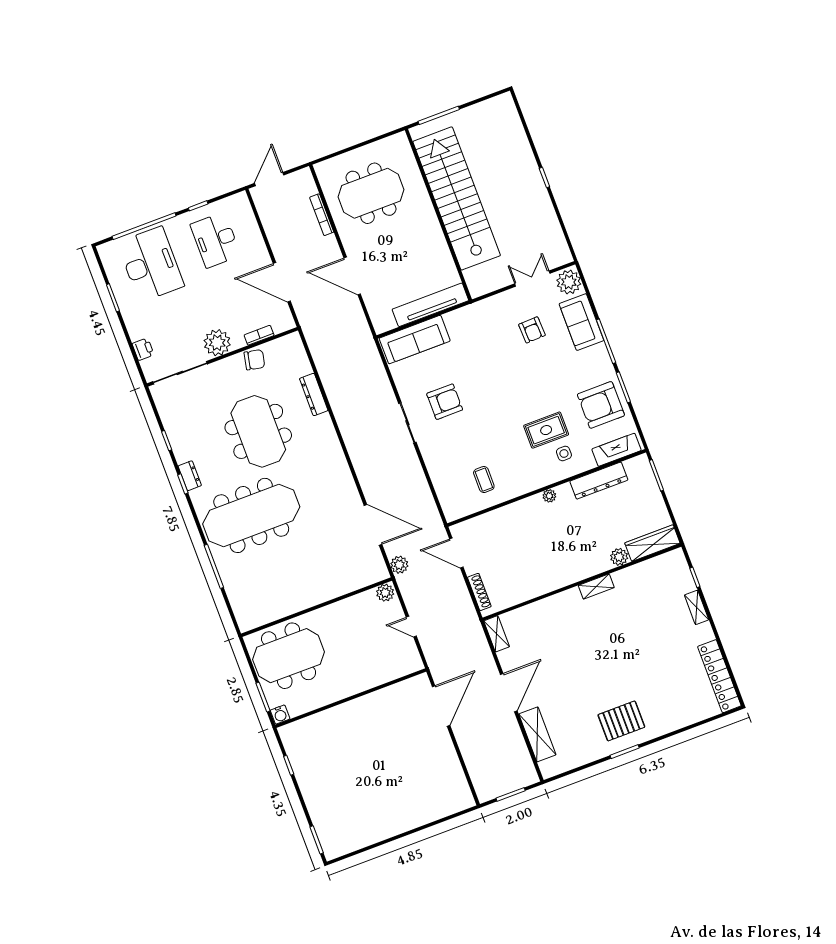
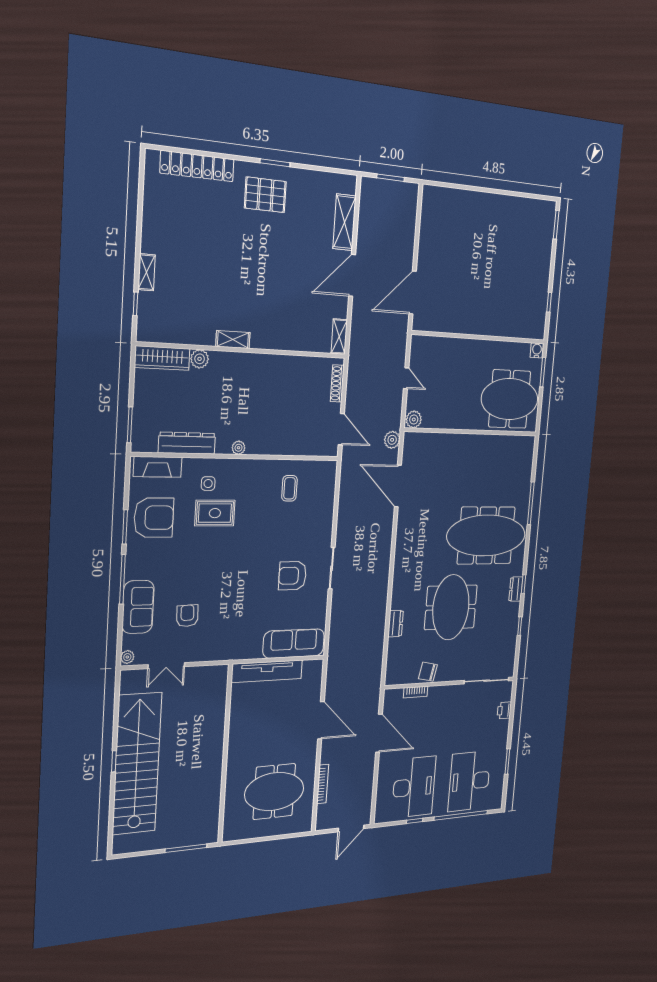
stairs: (457, 198) -> (137, 764), moved, turned 180
desk: (216, 240) -> (414, 787), width x1.36, depth x1.30
plant: (569, 282) -> (127, 657), width x0.53, depth x0.53
plant: (217, 343) -> (449, 697), removed
dresser: (314, 394) -> (396, 624), width x0.70
locker: (719, 676) -> (197, 166), moved, turned 90

